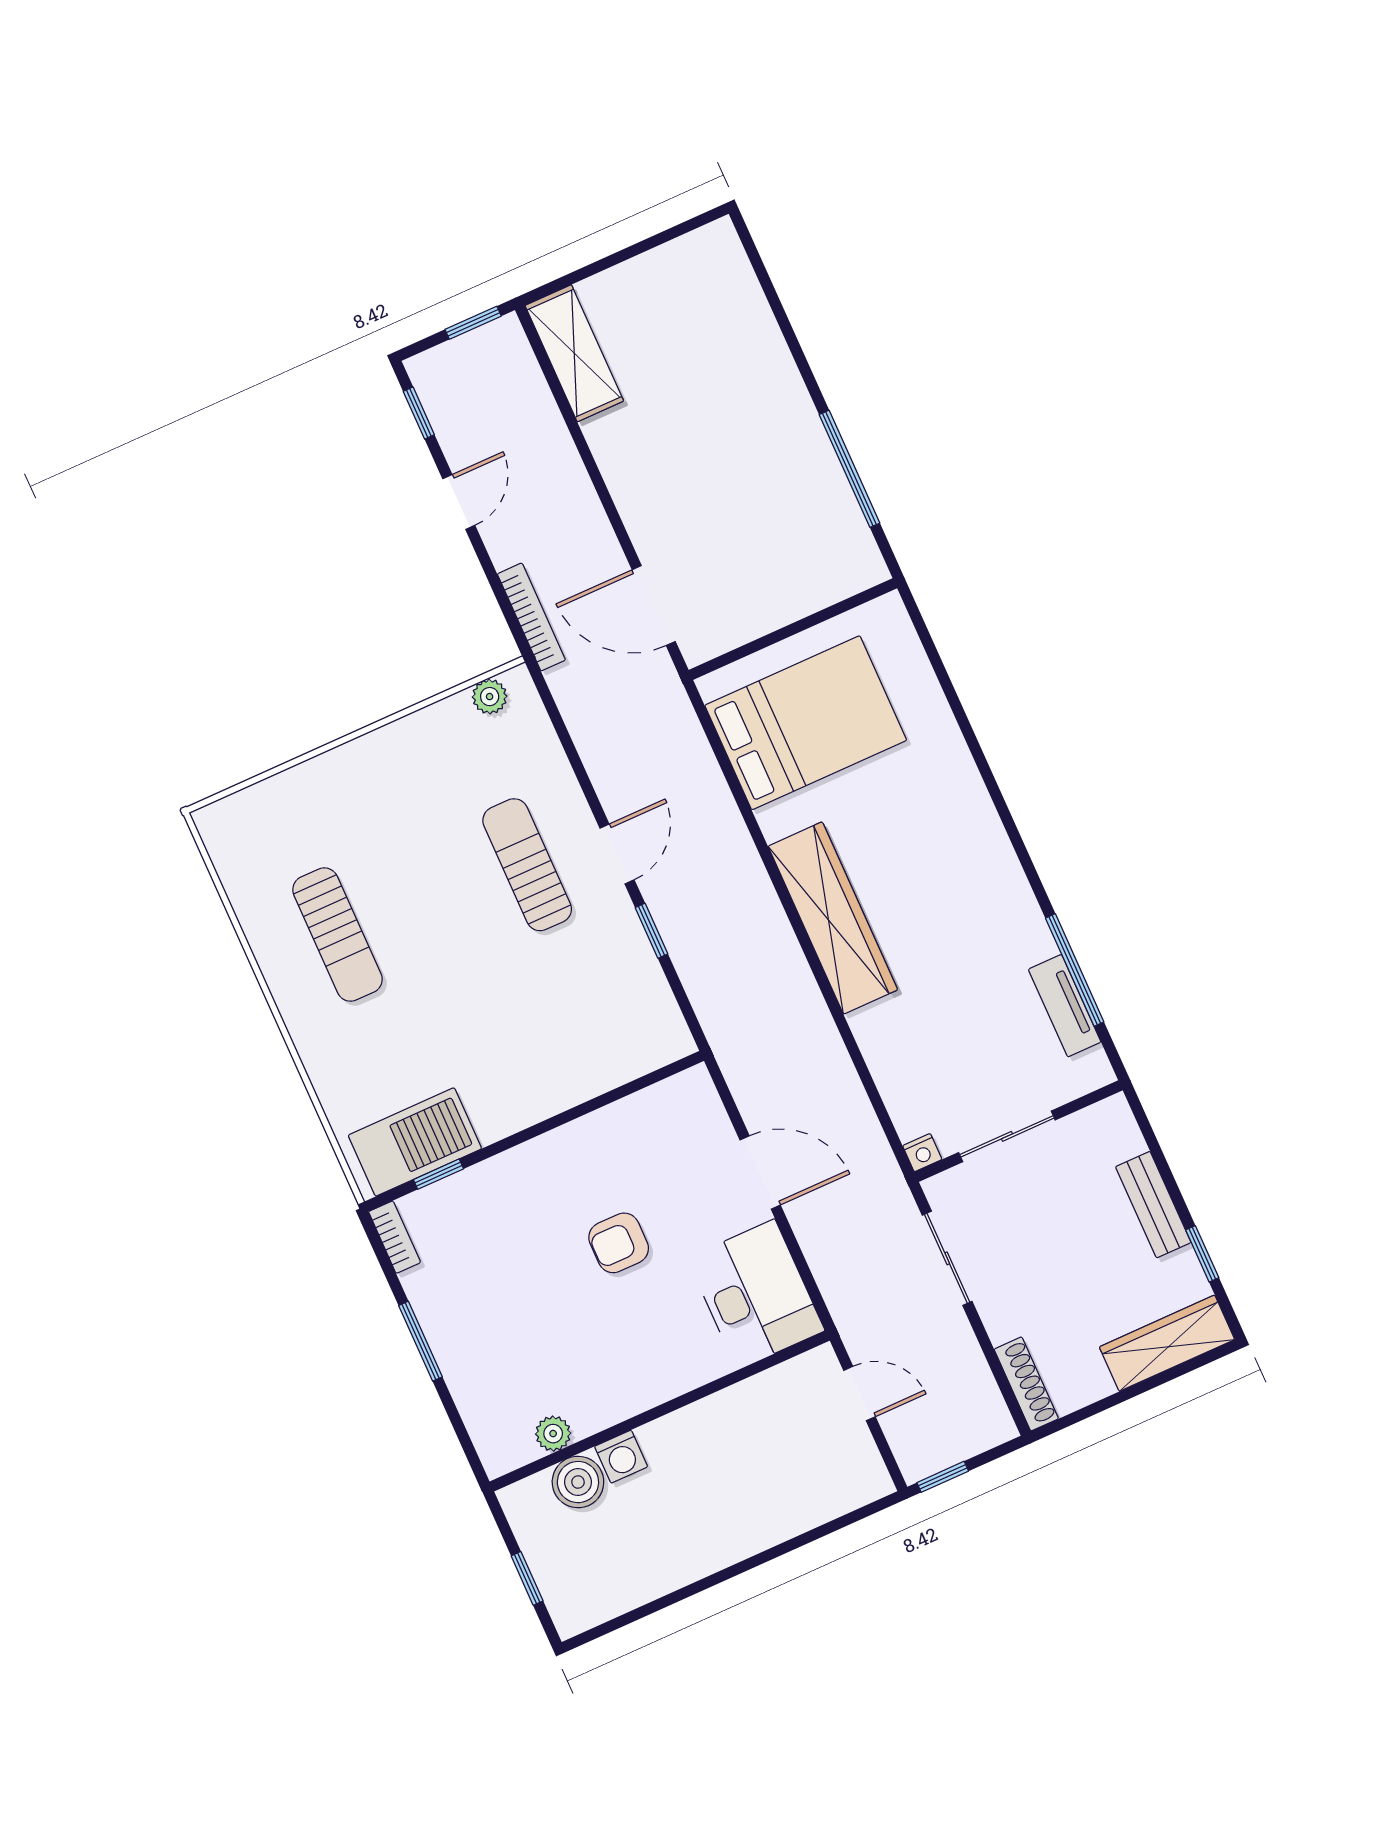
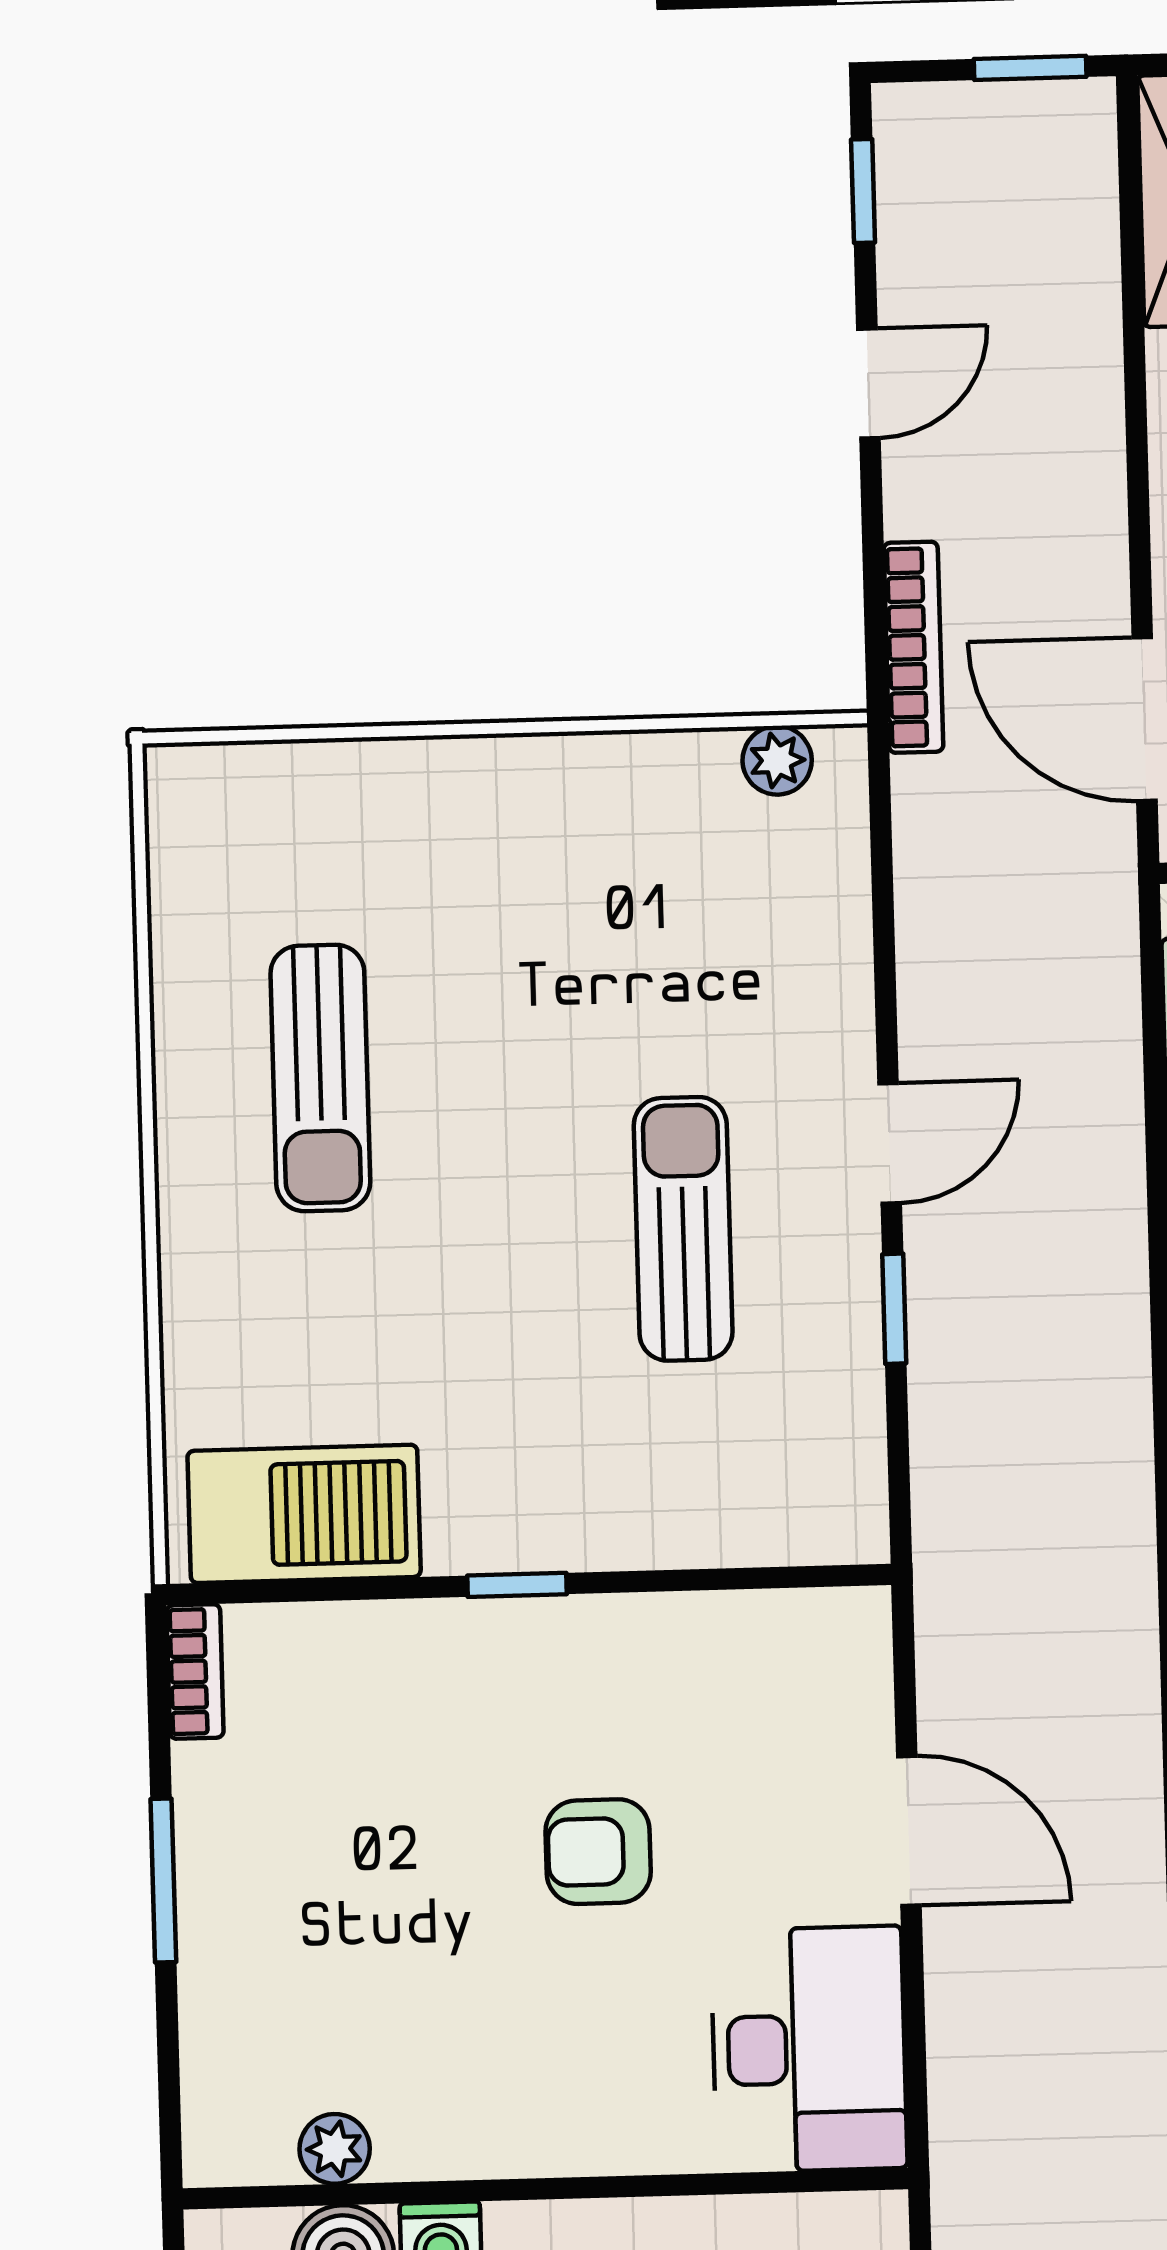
sun lounger: (527, 865) -> (683, 1229), moved
window: (438, 1174) -> (517, 1585), moved

